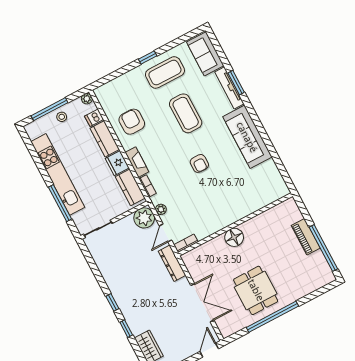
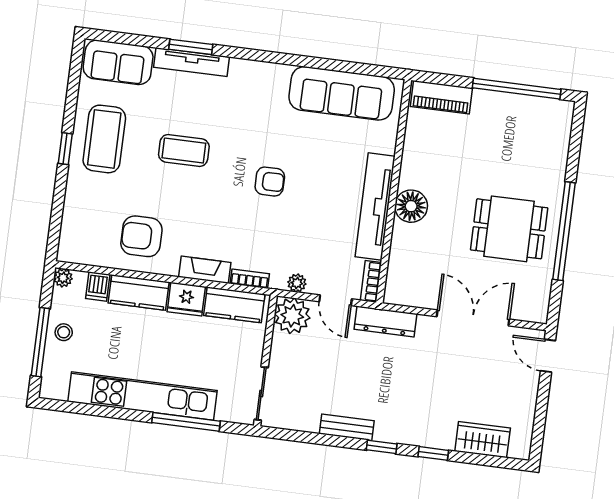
coffee table: (186, 113) -> (184, 151), width x0.73, depth x0.76
sofa: (247, 137) -> (342, 93), moved
tv unit: (222, 221) -> (375, 206), added
piano: (306, 237) -> (441, 97), moved
bench: (110, 280) -> (347, 427), added

